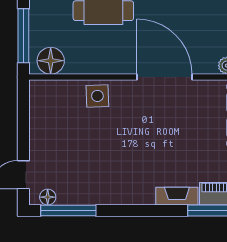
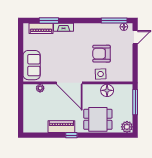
floor lamp: (51, 61) -> (107, 90), moved
armchair: (96, 140) -> (101, 54), added

